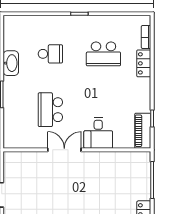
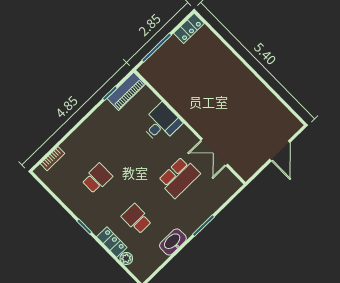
plant: (30, 21) -> (126, 258), added
school desk: (103, 54) -> (97, 178), width x0.54
locker: (144, 63) -> (112, 242), moved, turned -90
double door: (64, 150) -> (214, 152), moved

